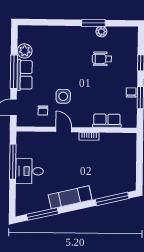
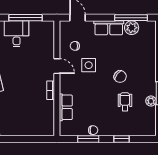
chair: (75, 64) -> (120, 76), added
window: (14, 72) -> (131, 18), moved
door: (64, 130) -> (57, 66), hinge flipped

